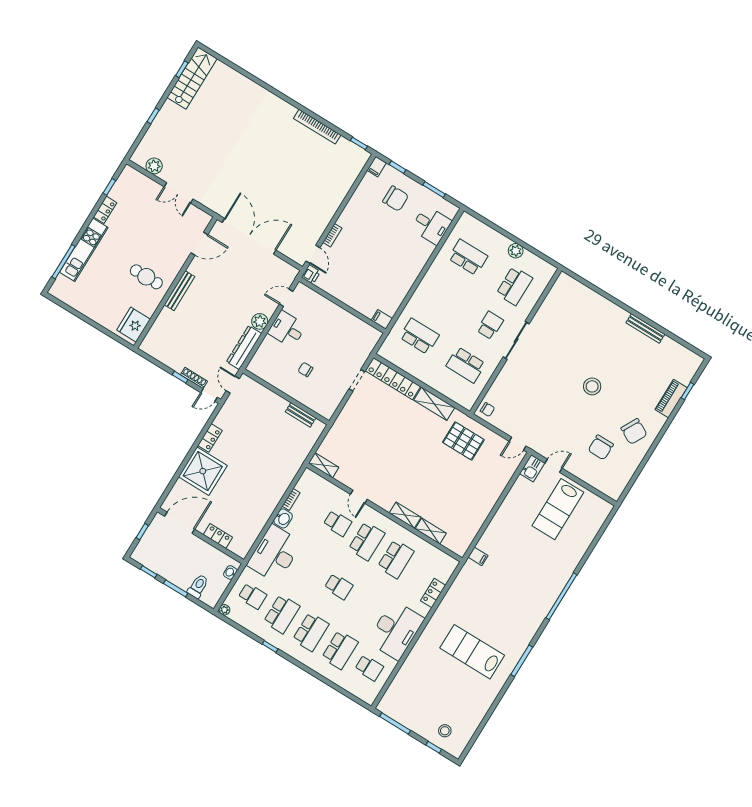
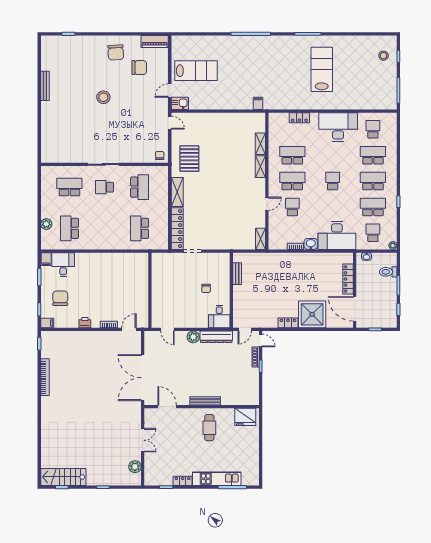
plant: (516, 251) -> (46, 224), moved
printer: (311, 274) -> (85, 323), moved
filing cabinet: (382, 319) -> (46, 259), moved
desk: (287, 329) -> (219, 316), moved
piano: (671, 399) -> (155, 41), moved
chair: (634, 431) -> (116, 52), turned 149
door: (554, 466) -> (170, 91), hinge flipped
locker: (218, 536) -> (348, 279), width x1.53
lab bench: (472, 652) -> (322, 69), turned 180

